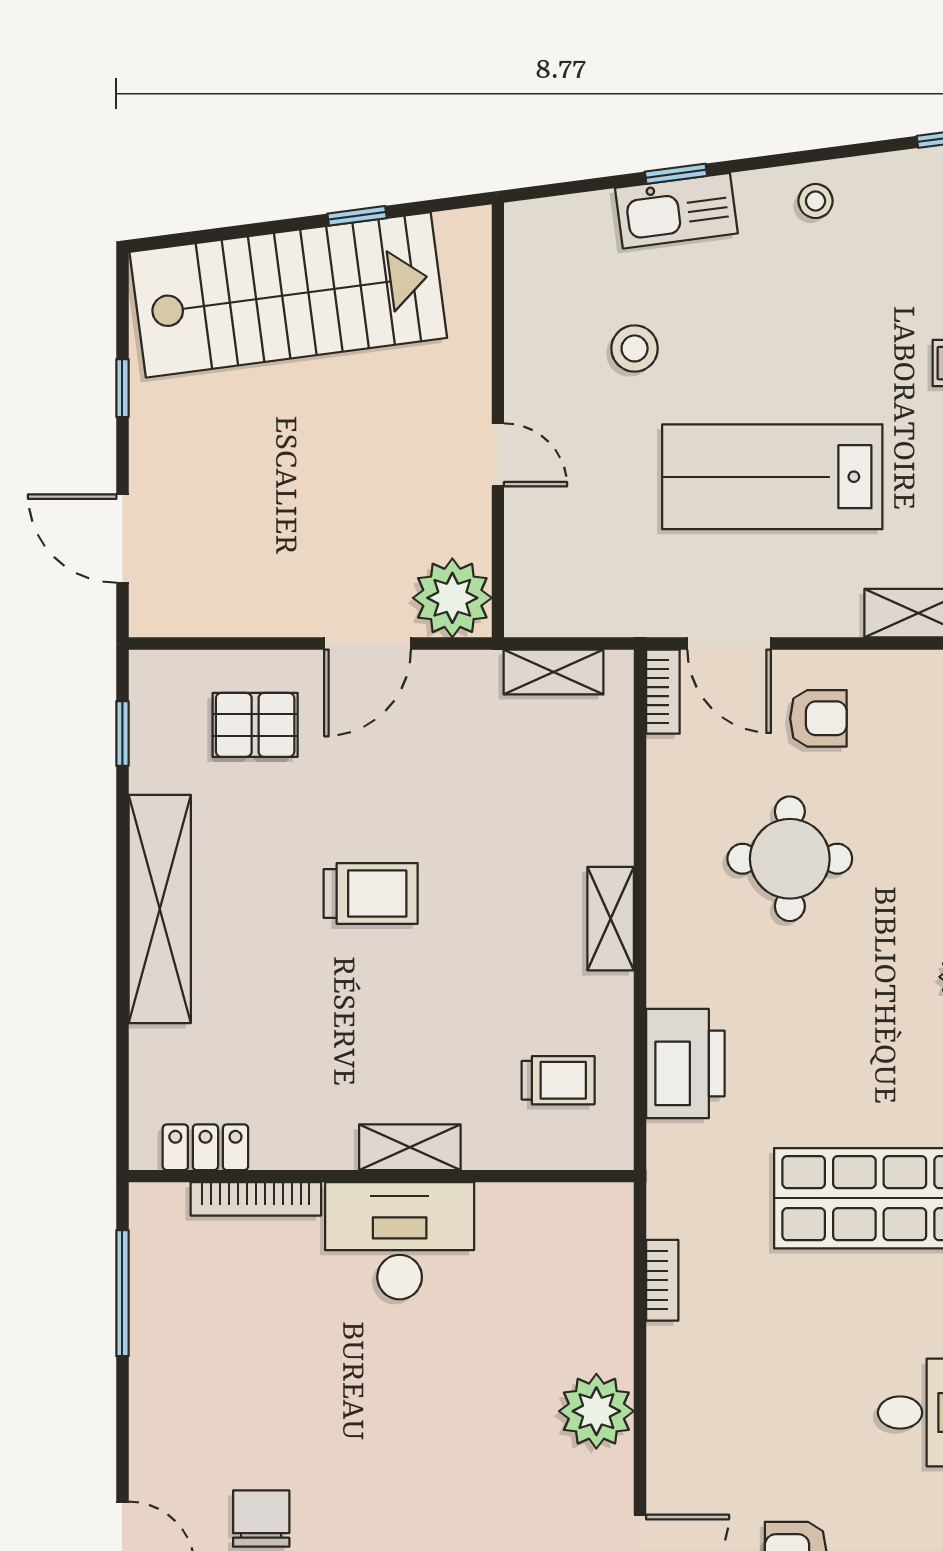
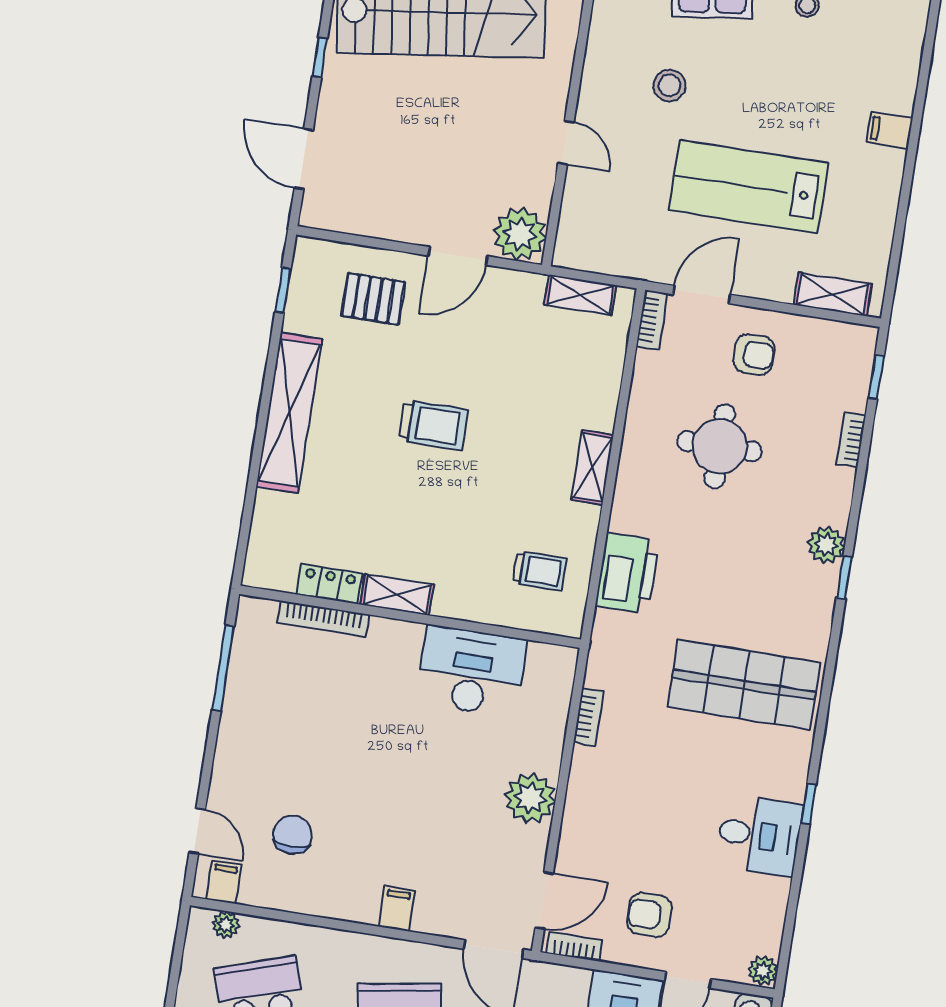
door: (729, 643) -> (702, 294), swing flipped
locker: (205, 1147) -> (329, 584), moved
shelving: (410, 1147) -> (397, 595), moved
desk: (400, 1241) -> (472, 671), moved

